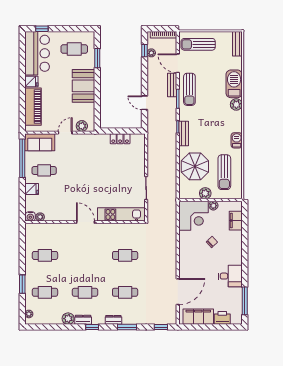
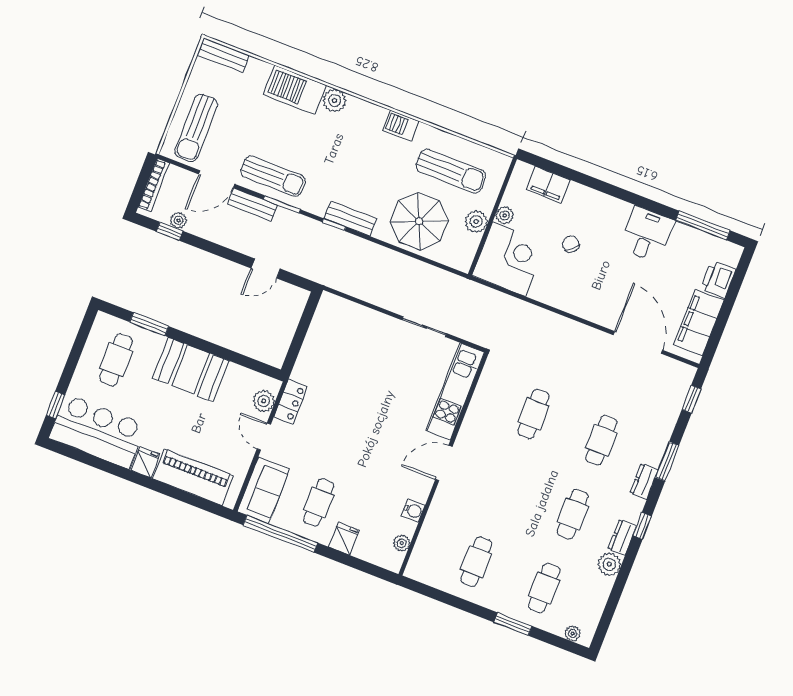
locker: (120, 139) -> (291, 402), moved
water cooler: (30, 216) -> (413, 510), moved

